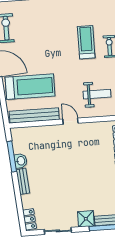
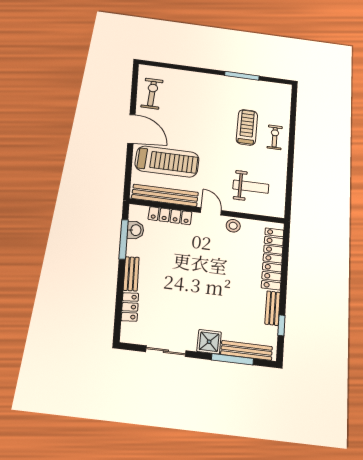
stool: (89, 129) -> (233, 226), added
locker: (41, 131) -> (170, 216), added
washbasin: (21, 161) -> (135, 230), moved
locker: (29, 219) -> (130, 307), moved

